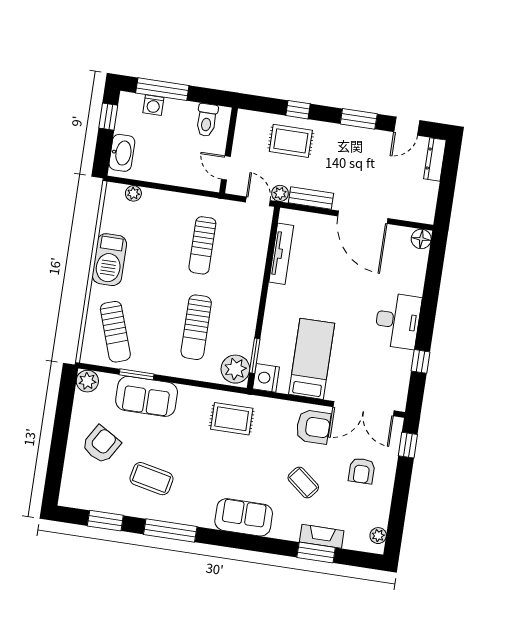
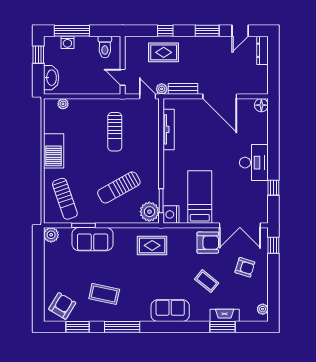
sun lounger: (196, 327) -> (119, 187), turned 61
armchair: (101, 445) -> (62, 306), moved
armchair: (362, 471) -> (245, 267), turned -73

